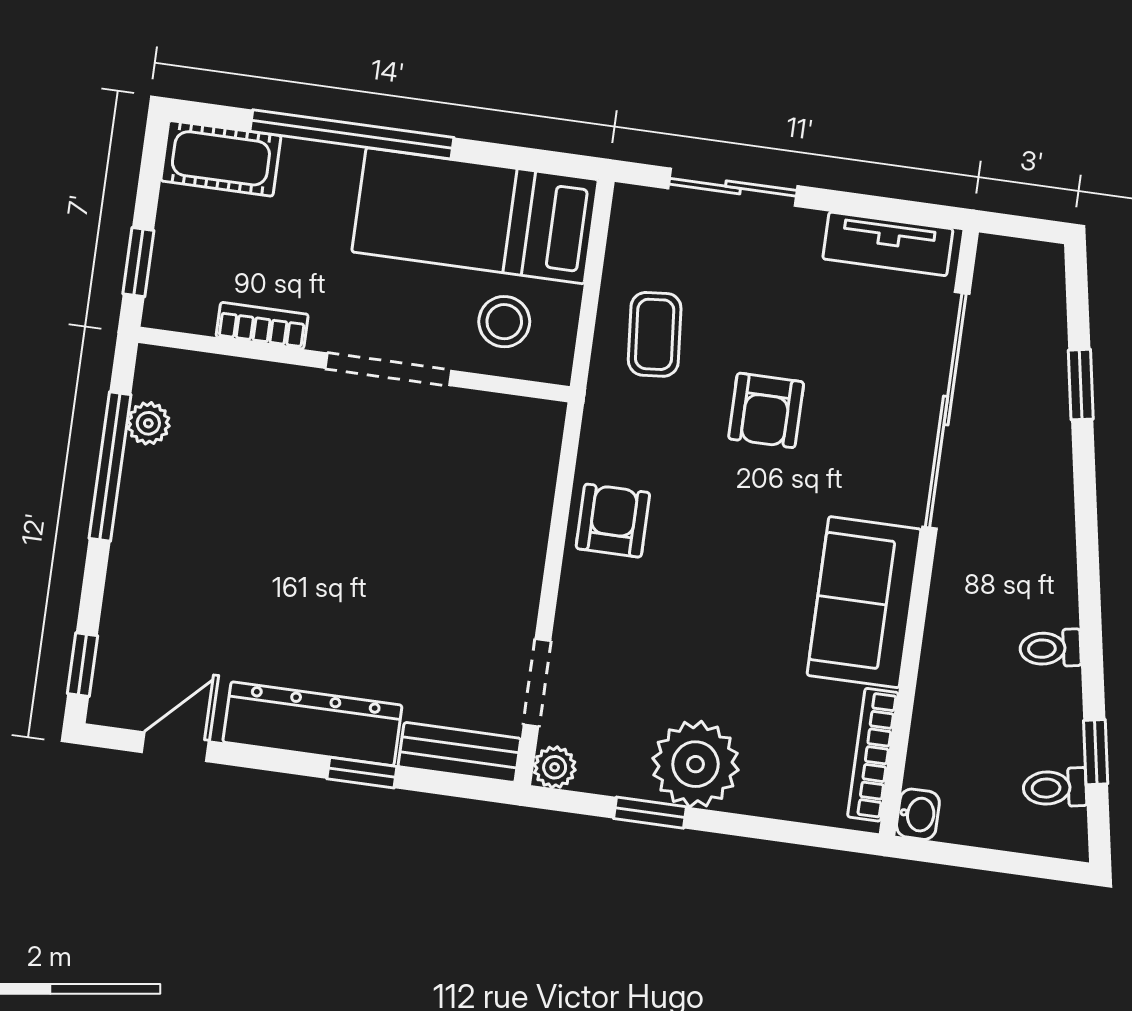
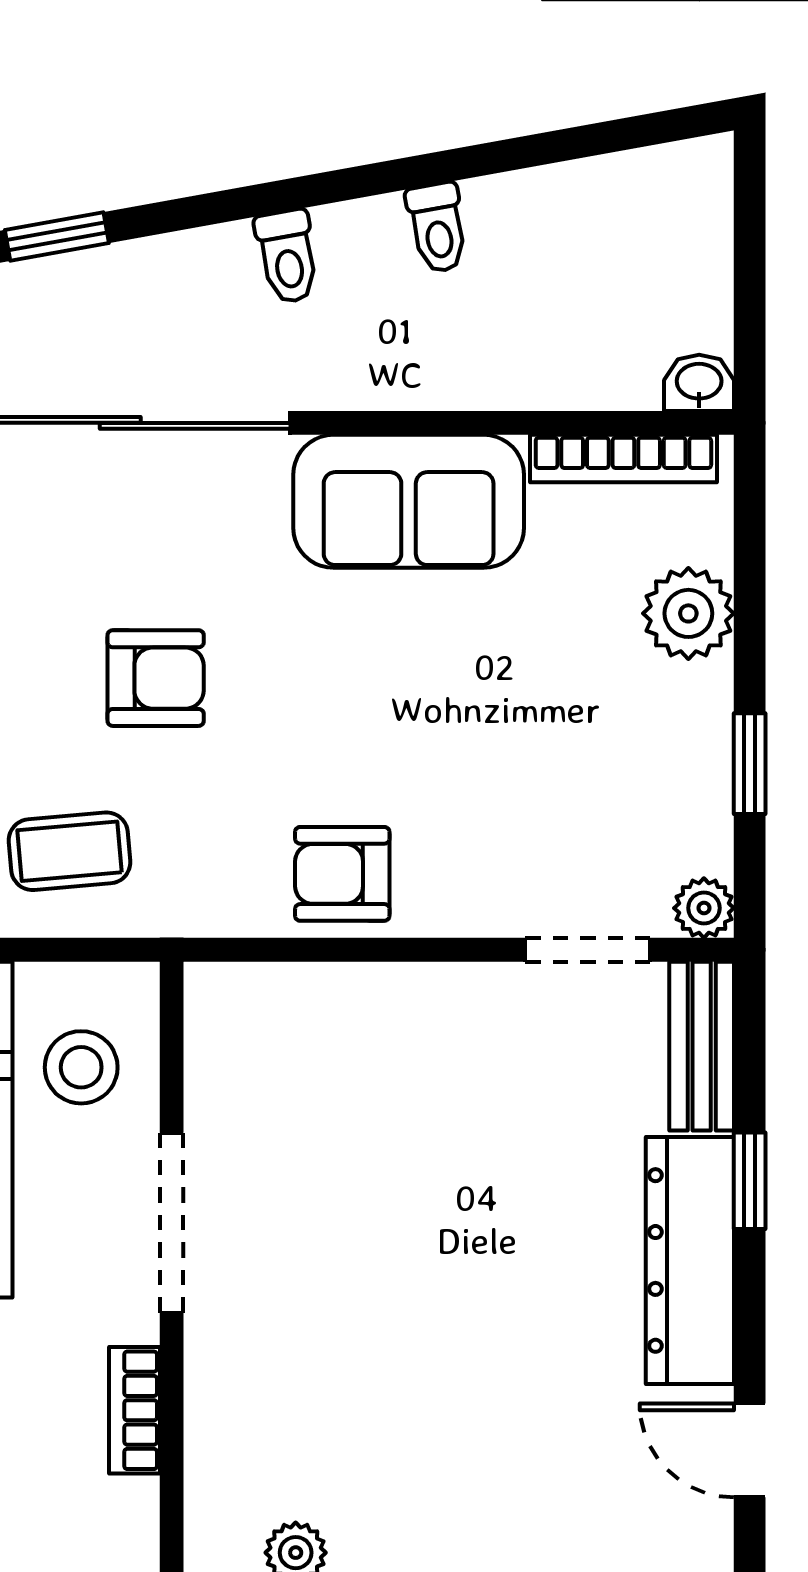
window: (1096, 752) -> (576, 143), removed
plant: (695, 764) -> (688, 613), moved, width x0.73, depth x0.73
toilet: (1055, 788) -> (287, 256), moved

